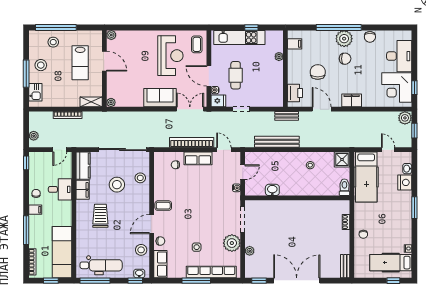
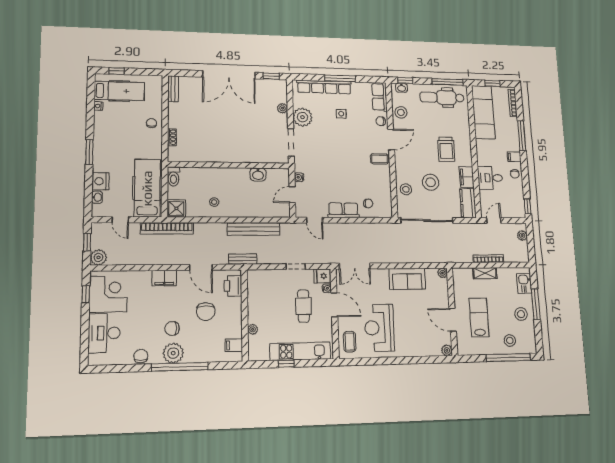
sofa: (160, 98) -> (407, 279), moved
shelving: (91, 102) -> (485, 273), moved
bookcase: (192, 142) -> (167, 228), moved

